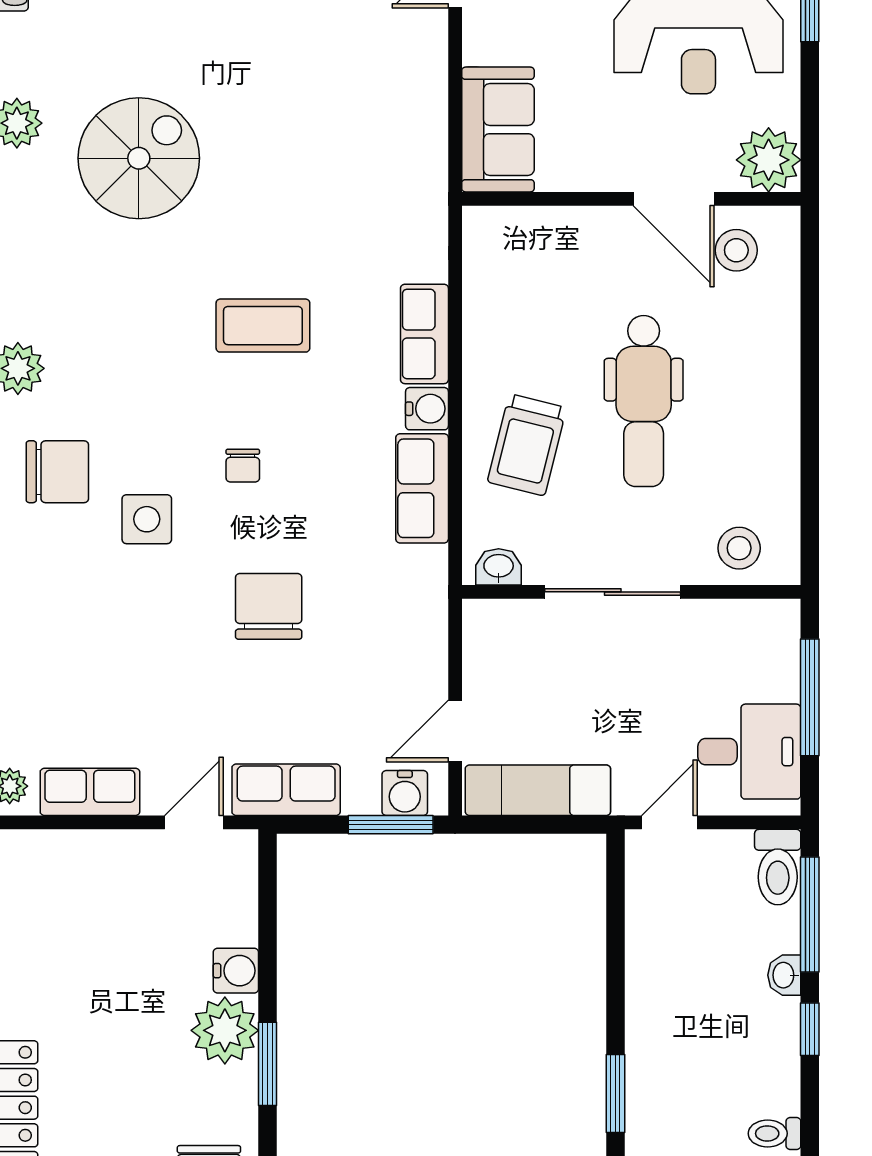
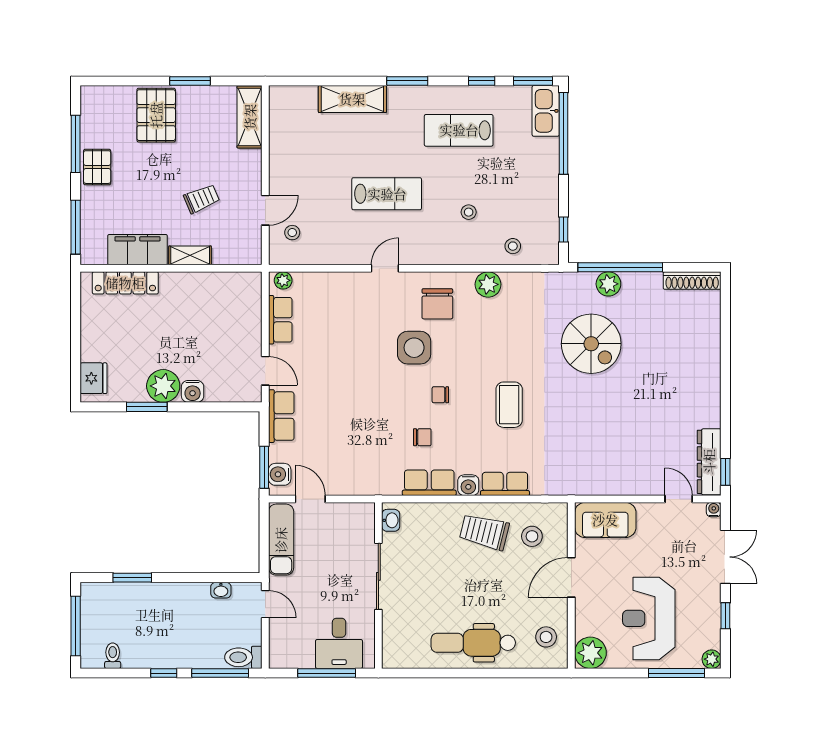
door: (674, 199) -> (571, 577), moved
dental chair: (644, 401) -> (473, 643), moved
trolley: (527, 445) -> (484, 532), moved
side table: (147, 519) -> (414, 348), width x1.37, depth x1.37
stool: (739, 548) -> (532, 536), moved
chair: (269, 606) -> (422, 437), moved, width x0.54, depth x0.54
desk: (749, 752) -> (339, 643), moved
washbasin: (784, 975) -> (221, 590), moved, turned 180

